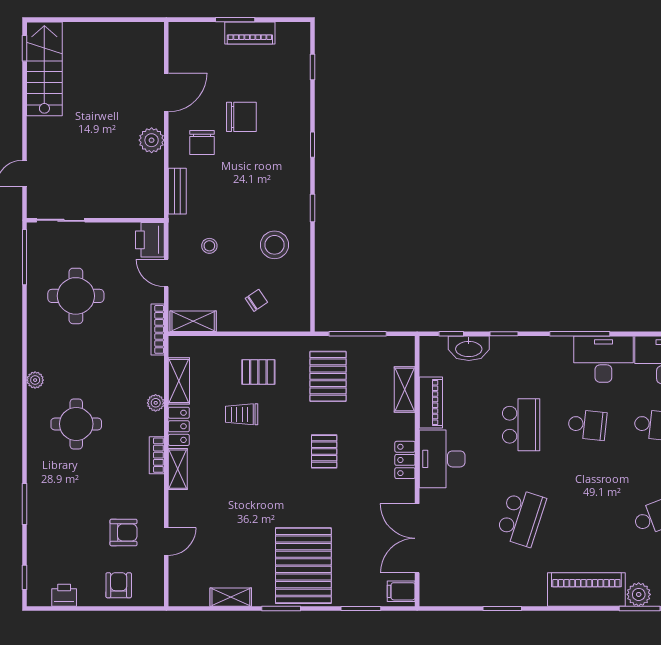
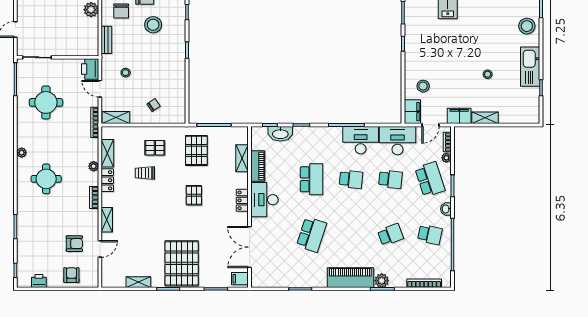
stool: (274, 245) -> (153, 25), moved
shelving: (178, 469) -> (107, 220), moved

